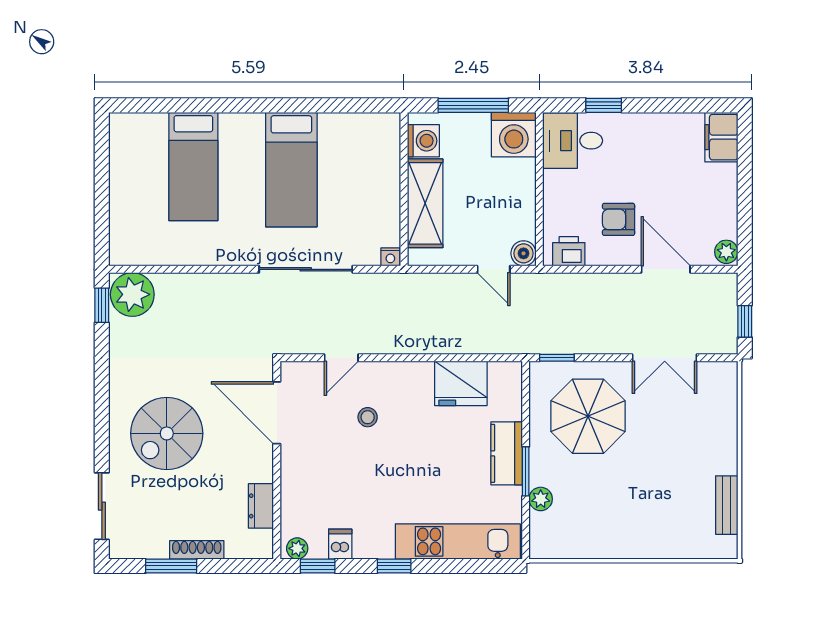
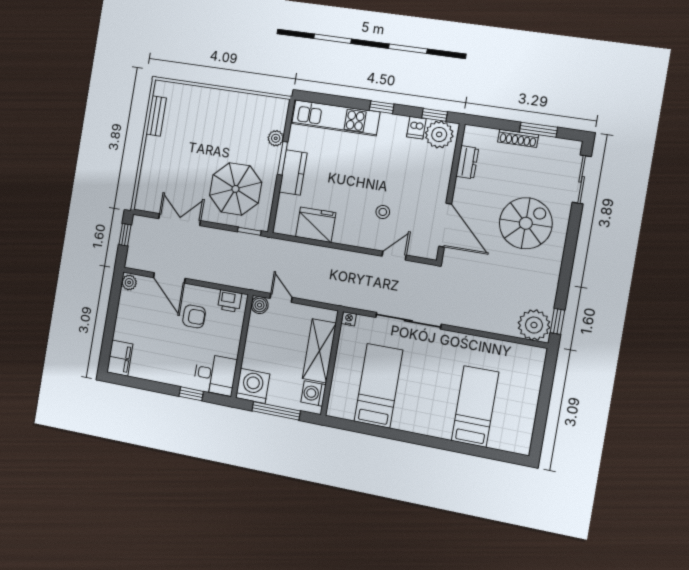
bed: (291, 170) -> (378, 386), moved
plant: (297, 548) -> (439, 134), width x1.87, depth x1.87

